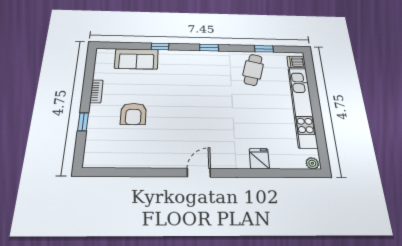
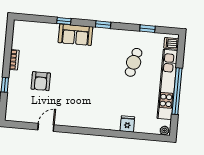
sofa: (136, 59) -> (75, 35), moved
cafe table: (253, 70) -> (134, 62), moved
window: (317, 113) -> (177, 91), added
door: (199, 173) -> (46, 127), moved

